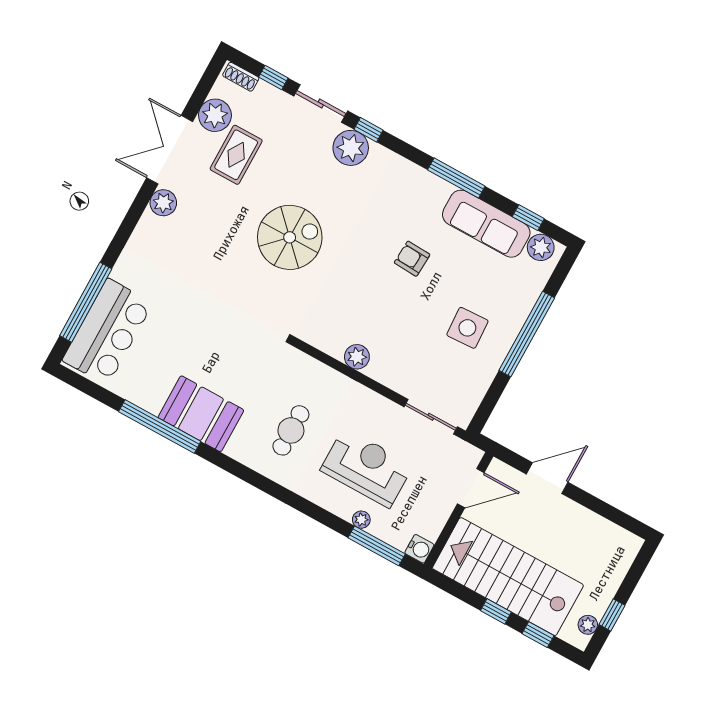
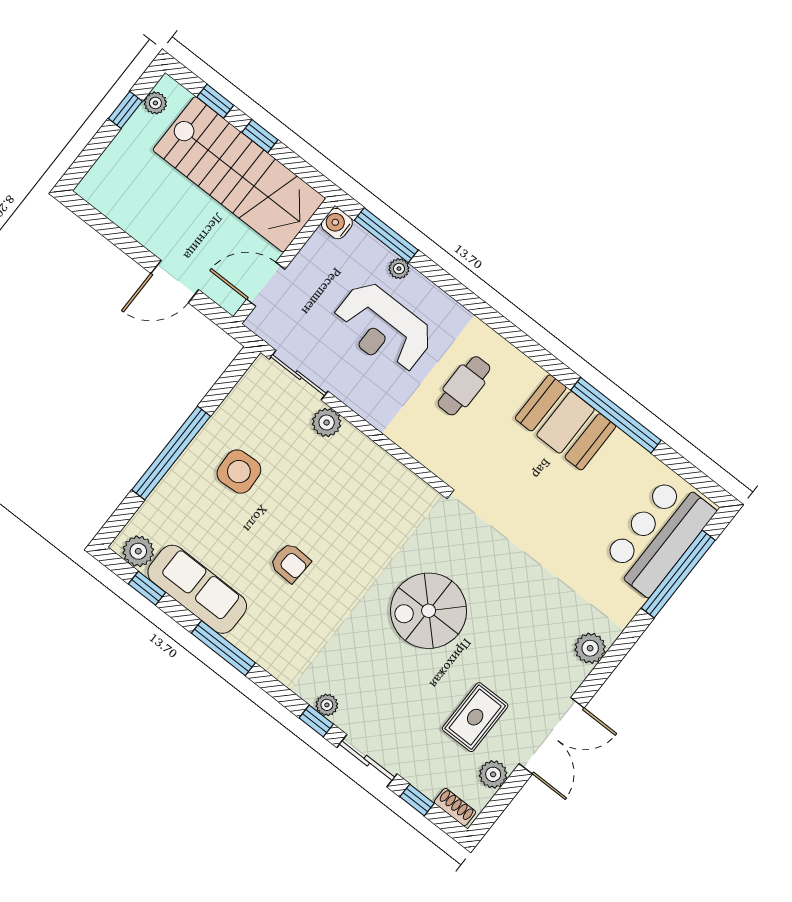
plant: (215, 115) -> (493, 774), width x0.73, depth x0.73
plant: (351, 148) -> (327, 705), width x0.53, depth x0.53
plant: (163, 203) -> (590, 648), moved
plant: (357, 357) -> (327, 423), moved

